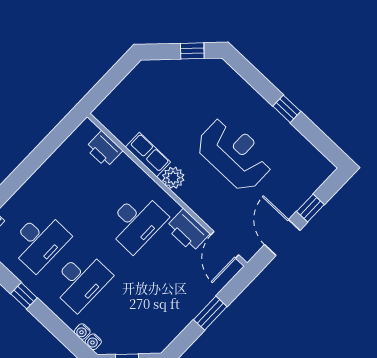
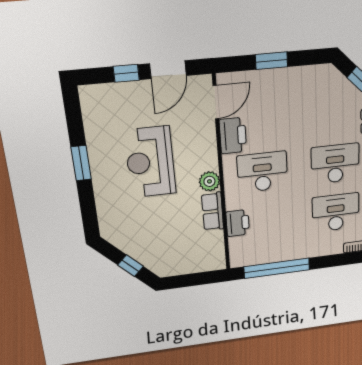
window: (192, 51) -> (131, 266), moved
window: (287, 109) -> (81, 163), width x1.50
printer: (104, 149) -> (238, 223), moved
window: (45, 150) -> (277, 268), added

